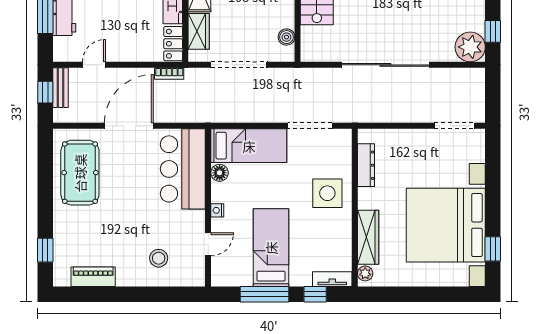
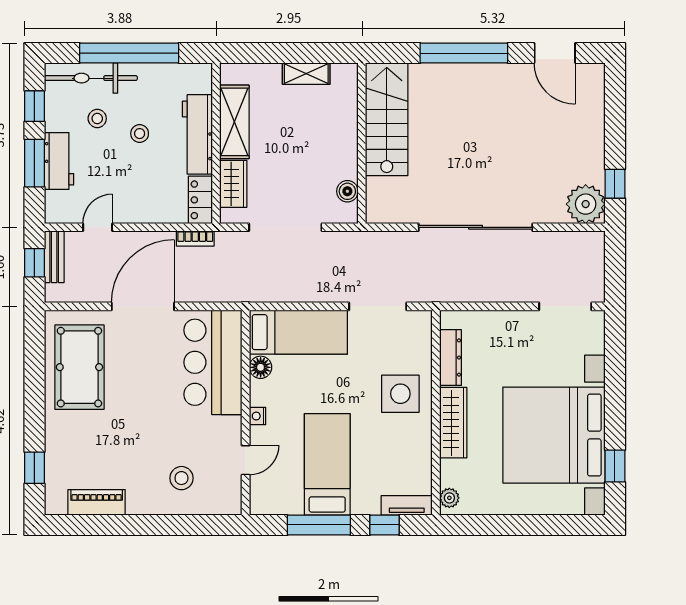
wardrobe: (368, 237) -> (453, 423), moved

